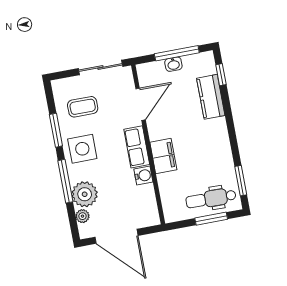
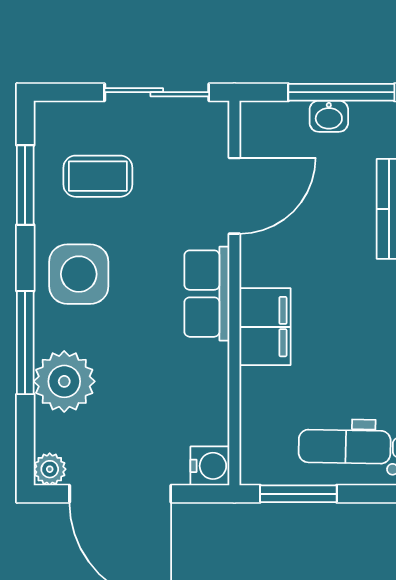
window: (56, 130) -> (25, 185), moved
water cooler: (143, 176) -> (210, 466), moved
plant: (82, 216) -> (50, 469), moved
window: (211, 219) -> (298, 494), moved

